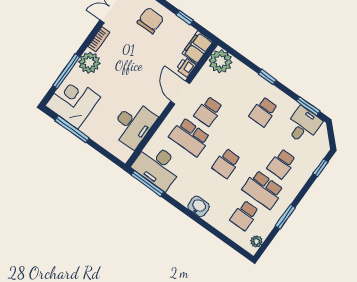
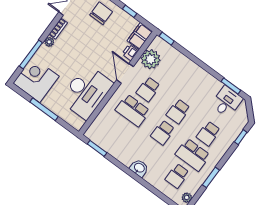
plant: (221, 61) -> (151, 59), moved
plant: (89, 63) -> (49, 42), width x0.53, depth x0.53
window: (267, 77) -> (167, 39), moved
school desk: (263, 112) -> (178, 111), moved
desk: (133, 124) -> (86, 92), width x1.36, depth x1.30
window: (72, 129) -> (44, 109), moved
desk: (158, 166) -> (106, 134), removed
window: (147, 183) -> (97, 148), width x0.69

